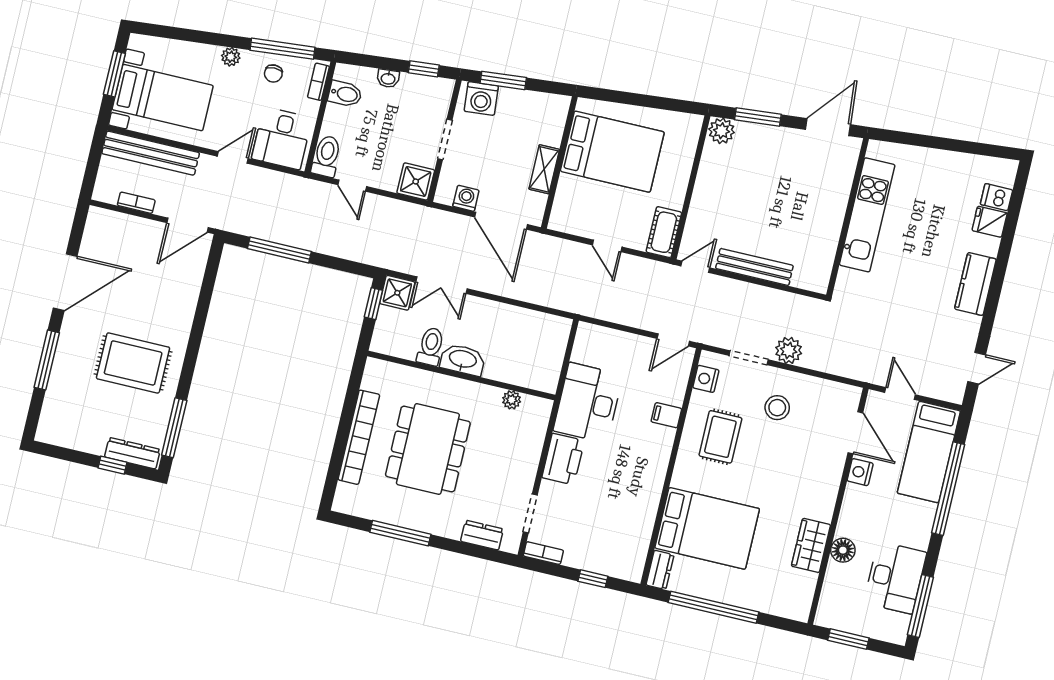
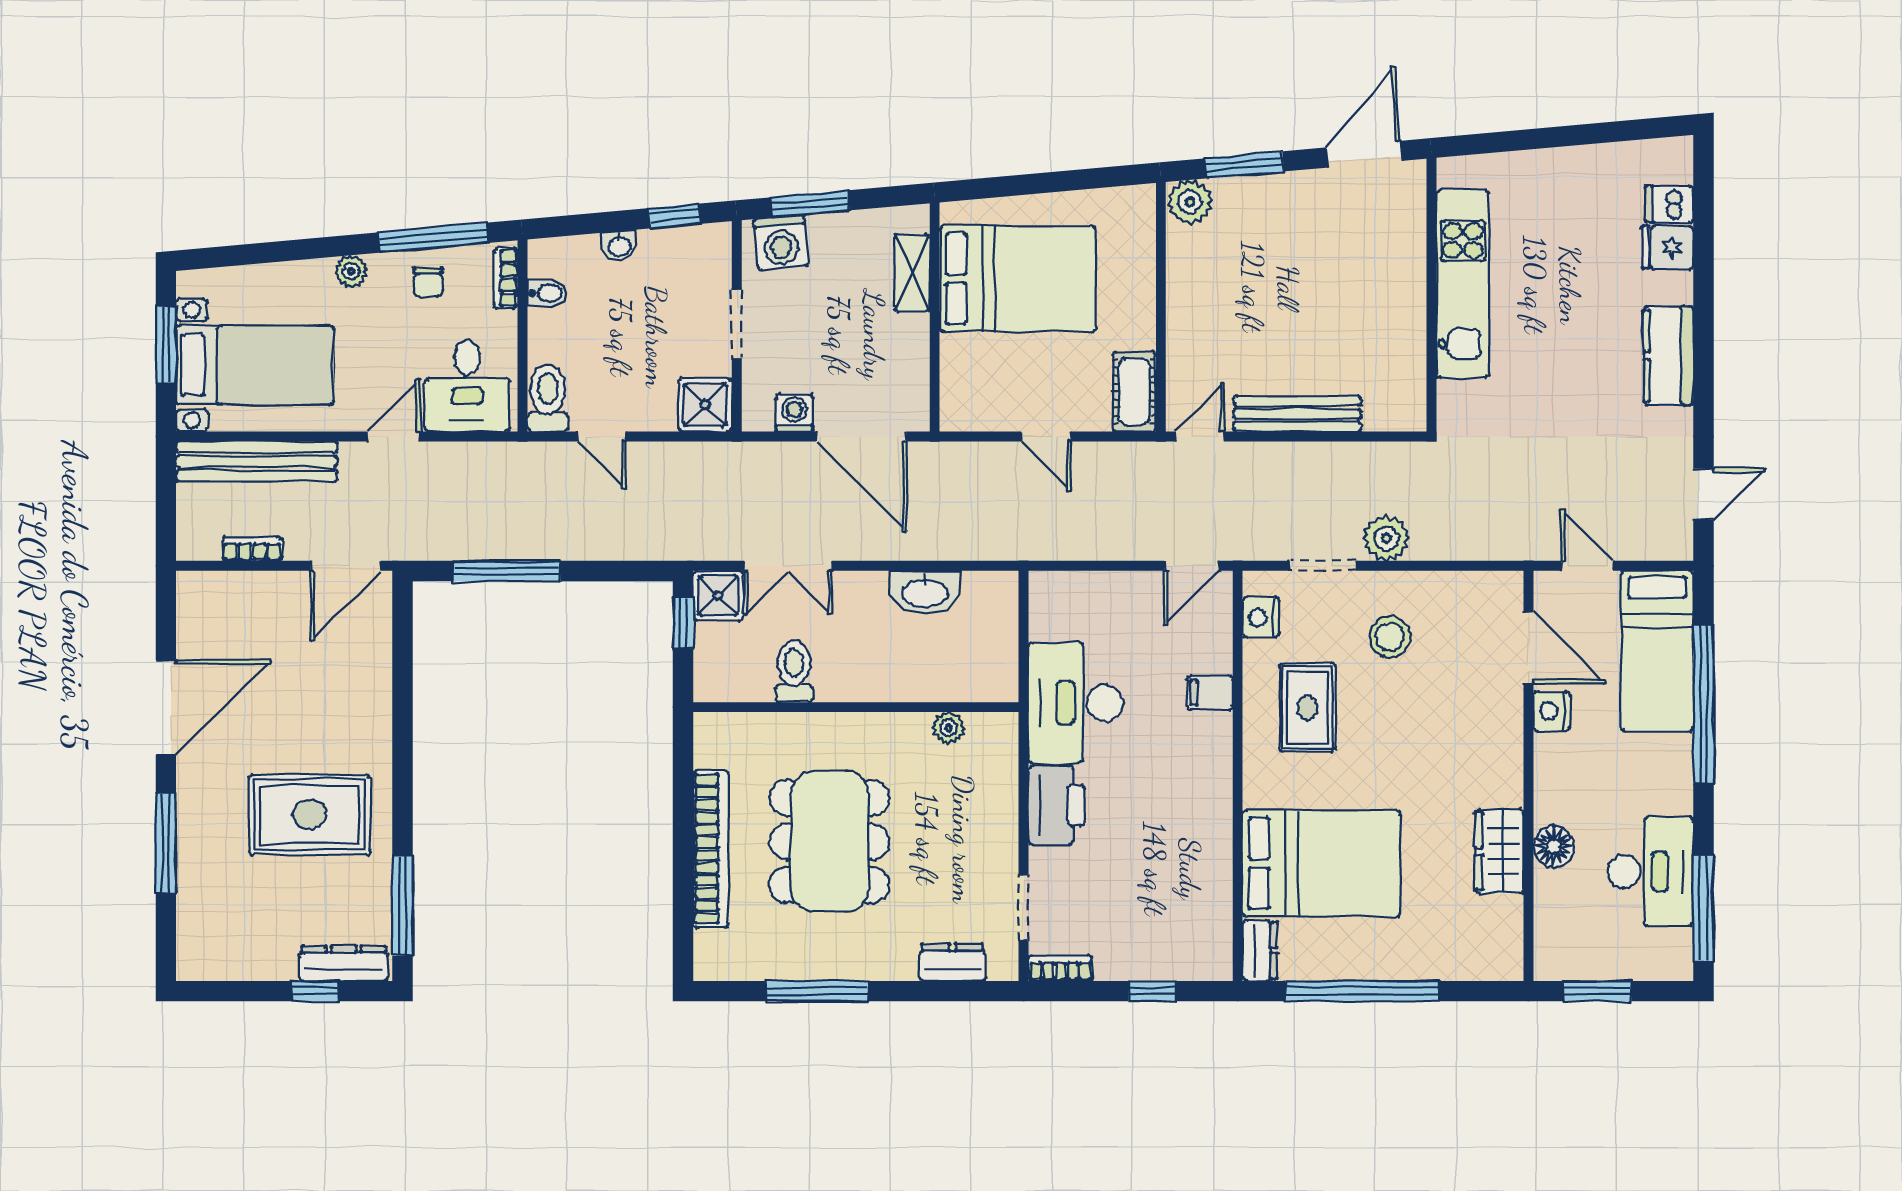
bidet: (345, 94) -> (547, 293), width x0.72, depth x0.74
shelving: (544, 169) -> (912, 273), moved
washbasin: (463, 360) -> (925, 592), moved, turned 180

